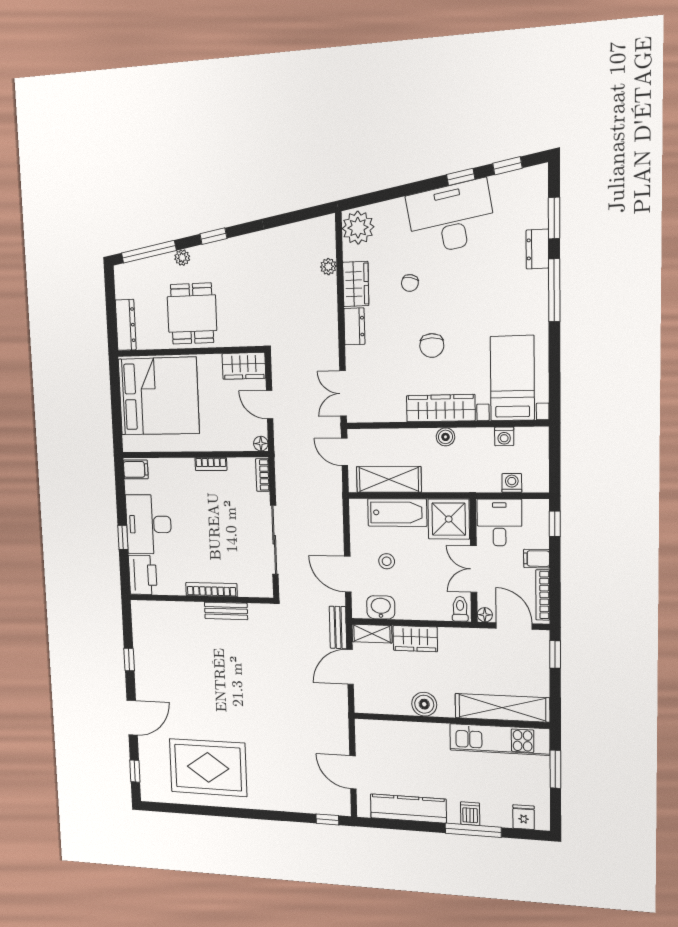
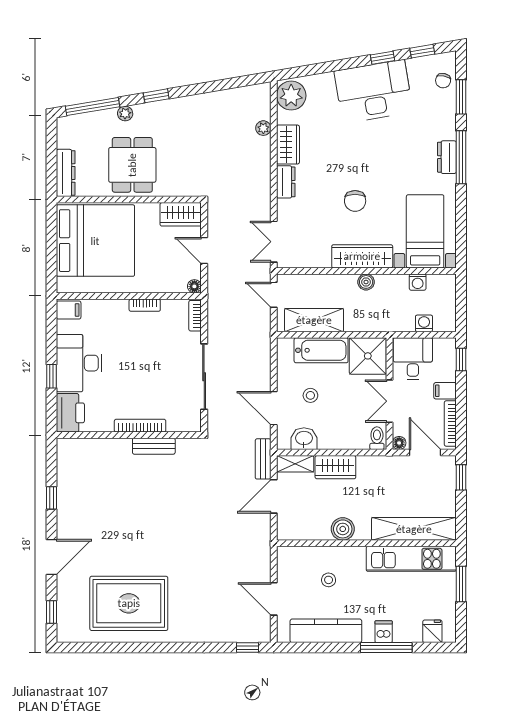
dresser: (537, 249) -> (447, 157), moved
chair: (410, 283) -> (443, 81), moved
stool: (410, 756) -> (329, 580), added

